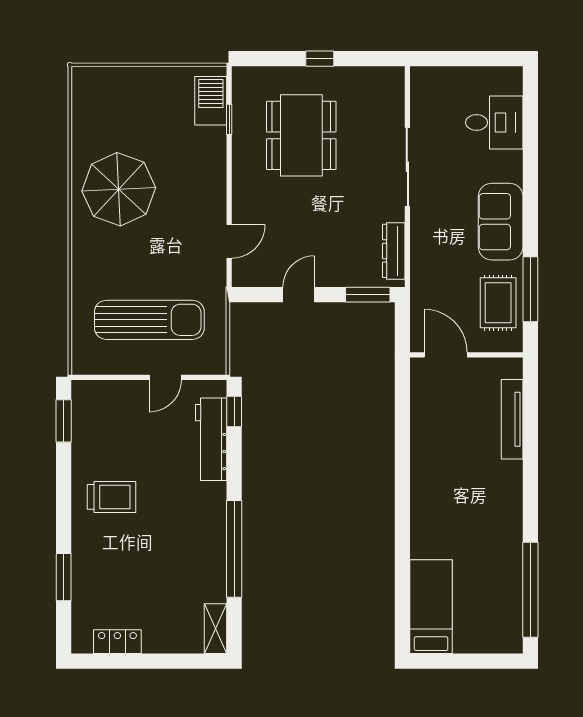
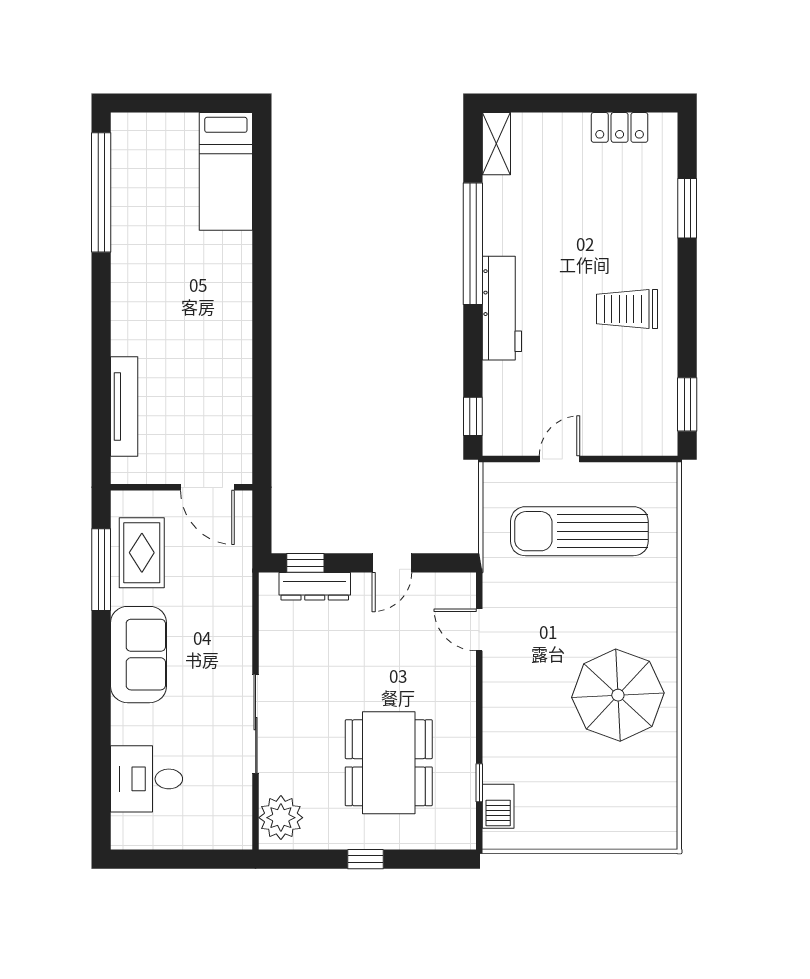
plant: (387, 92) -> (281, 818), added
barbecue: (211, 101) -> (498, 806), width x0.73, depth x0.79
door: (229, 241) -> (479, 630), hinge flipped
dresser: (394, 251) -> (315, 586), moved, turned 90
window: (368, 295) -> (305, 563), width x0.67
workbench: (211, 439) -> (502, 308), moved

